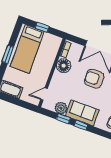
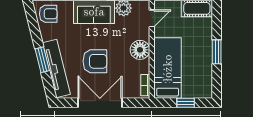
bed: (27, 49) -> (168, 68), moved
floor lamp: (64, 66) -> (140, 50), moved

